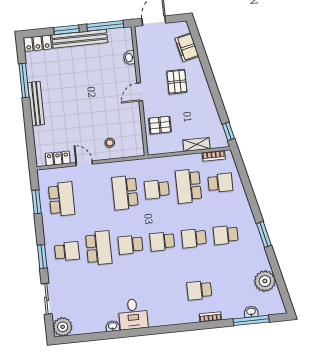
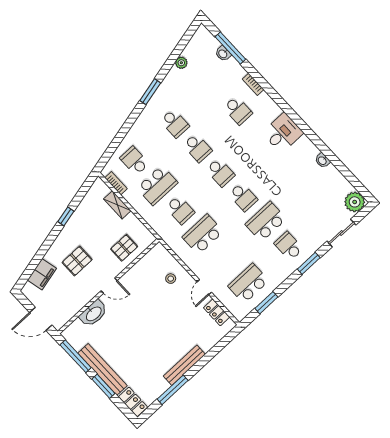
washbasin: (129, 58) -> (93, 314), width x1.91, depth x1.45
pallet: (160, 125) -> (124, 248), turned 90
window: (228, 131) -> (66, 216), moved
school desk: (125, 193) -> (203, 234), turned 180
plant: (265, 281) -> (181, 63), width x0.53, depth x0.53
desk: (133, 314) -> (283, 133), moved

